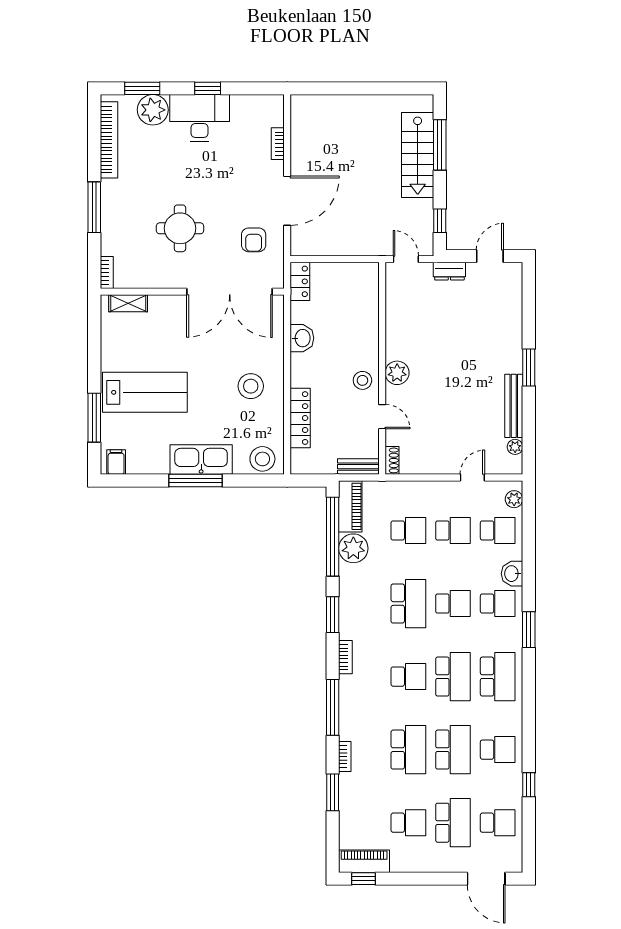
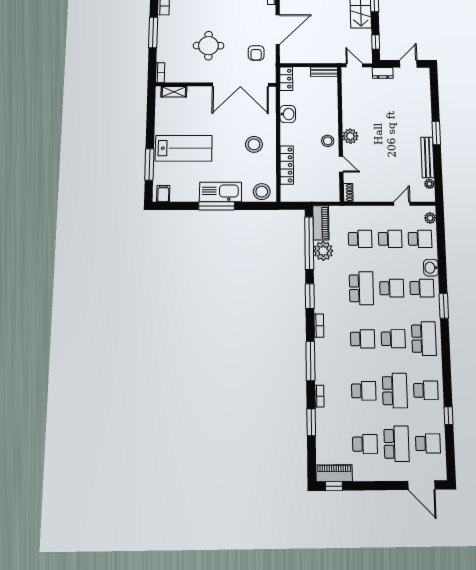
bench: (358, 467) -> (324, 72), moved
school desk: (453, 677) -> (393, 339), width x0.54
school desk: (408, 750) -> (364, 391), width x0.54

